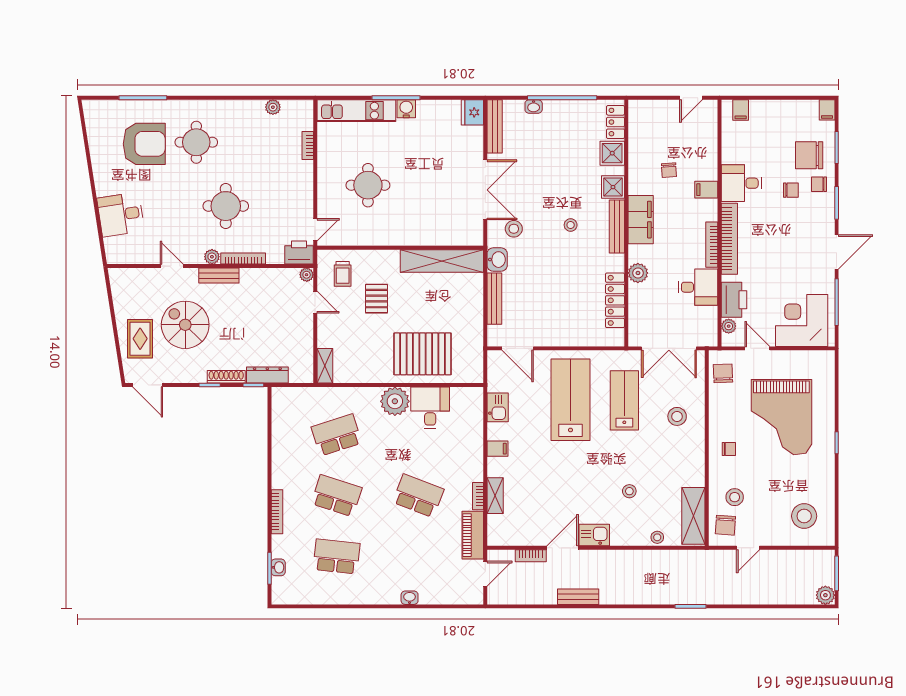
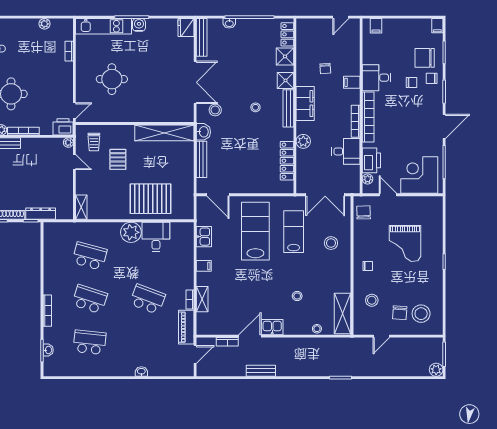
grand piano: (781, 417) -> (405, 243), width x0.73, depth x0.68
school desk: (337, 435) -> (90, 256), turned 33
chair: (725, 525) -> (400, 313), moved

